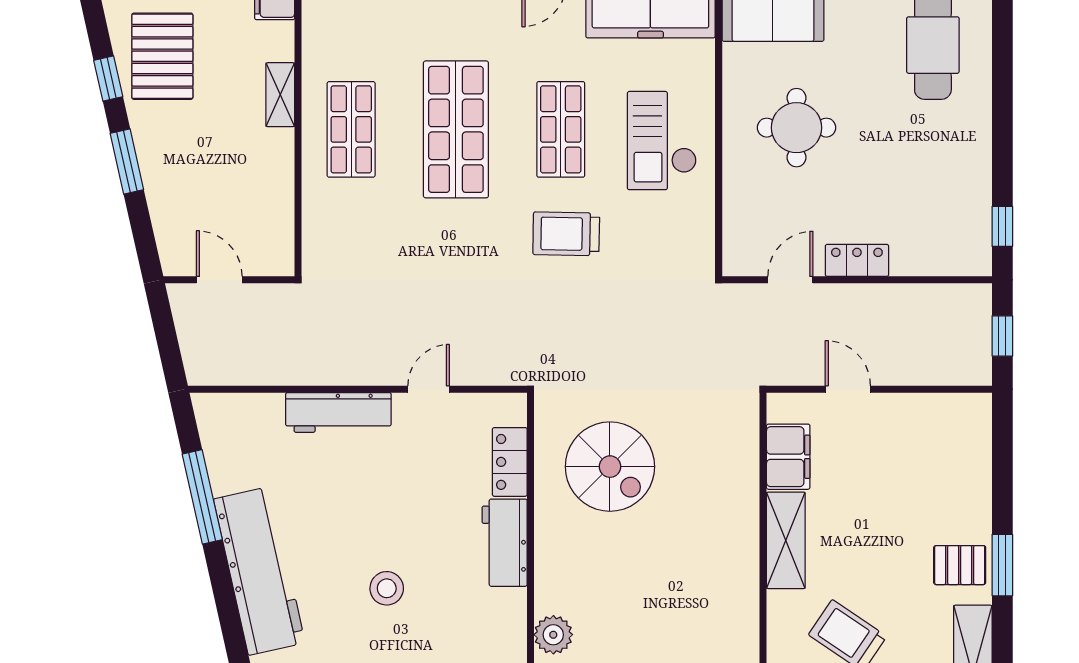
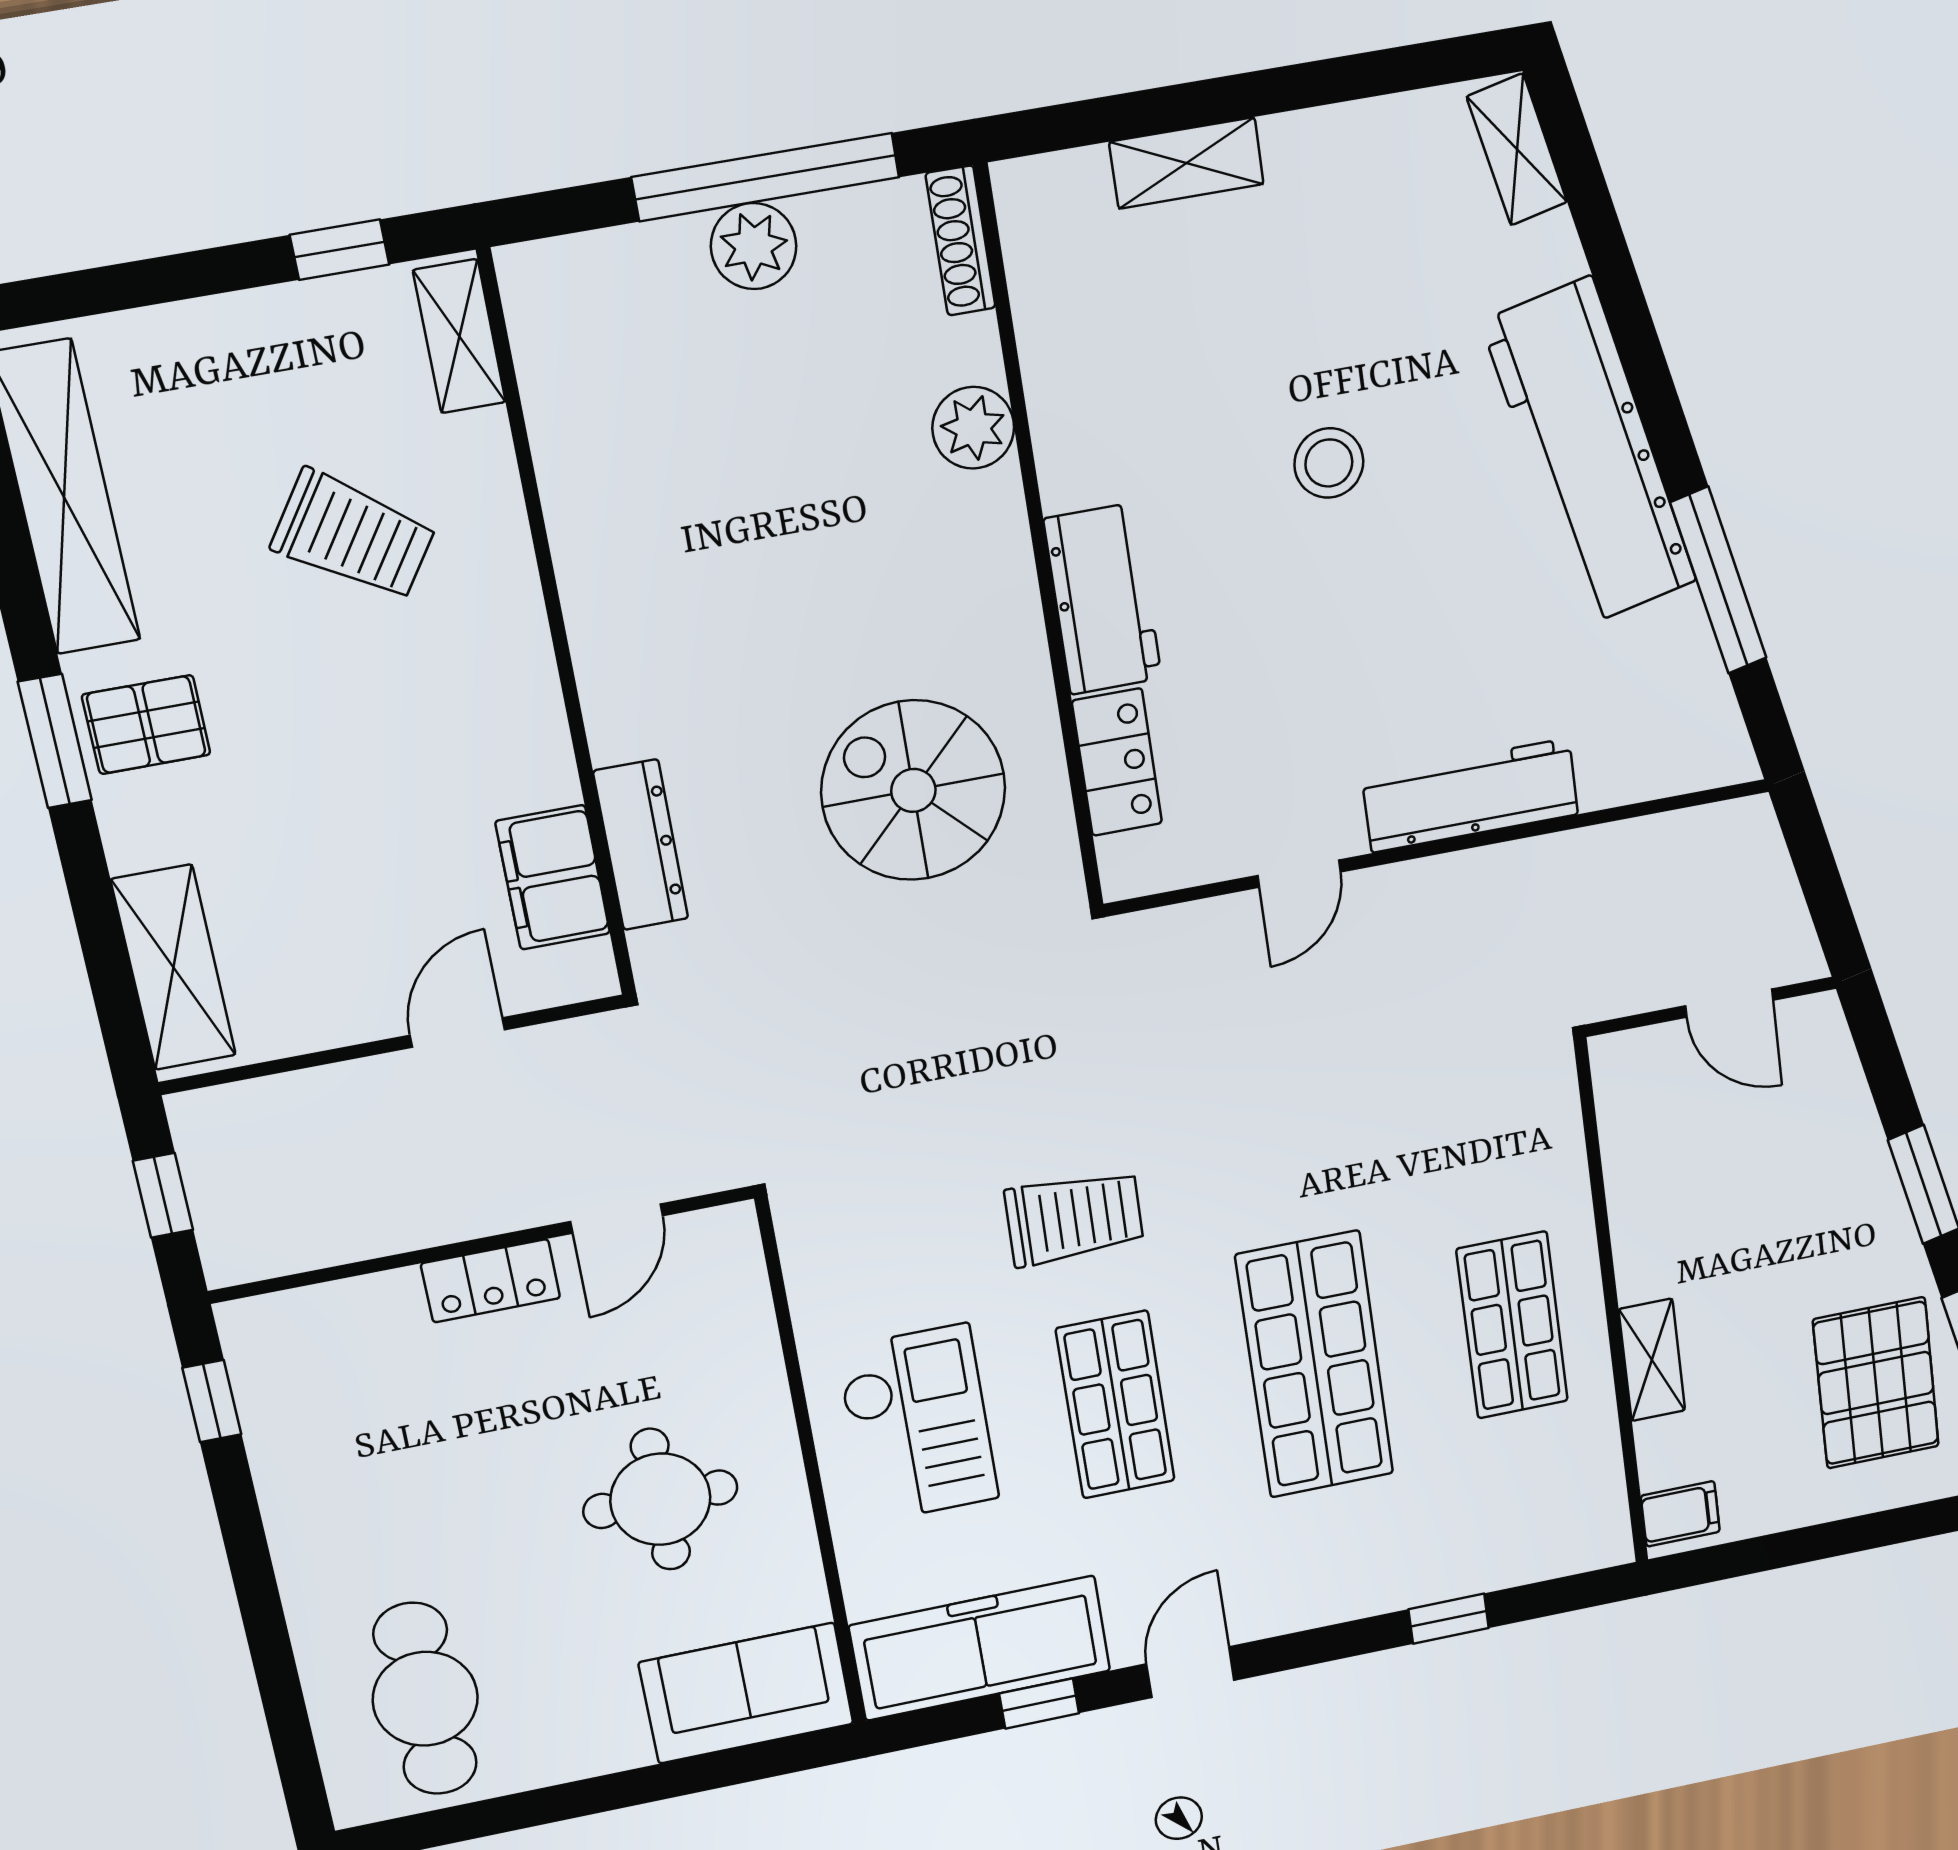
door: (848, 389) -> (457, 1032), swing flipped
dresser: (744, 465) -> (641, 845), added
shelving: (786, 540) -> (174, 968), moved

